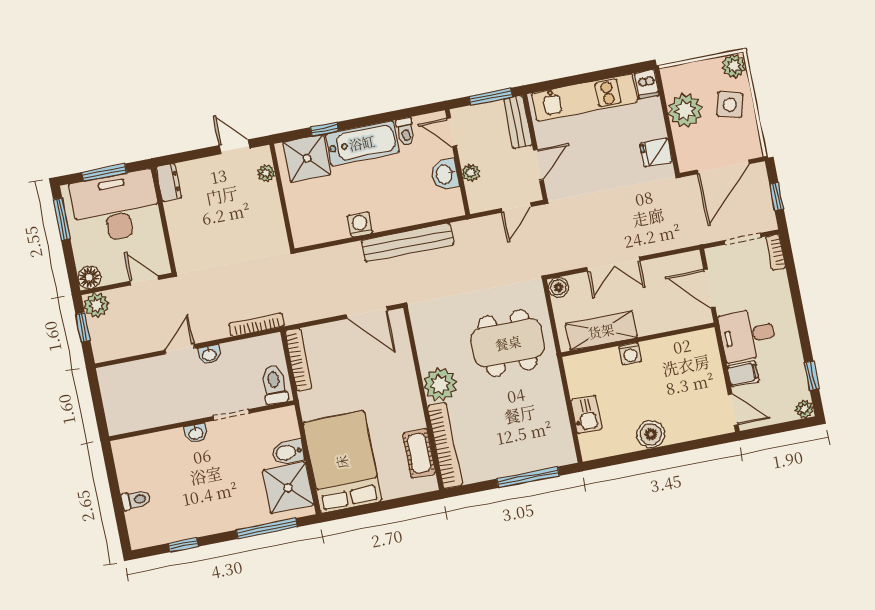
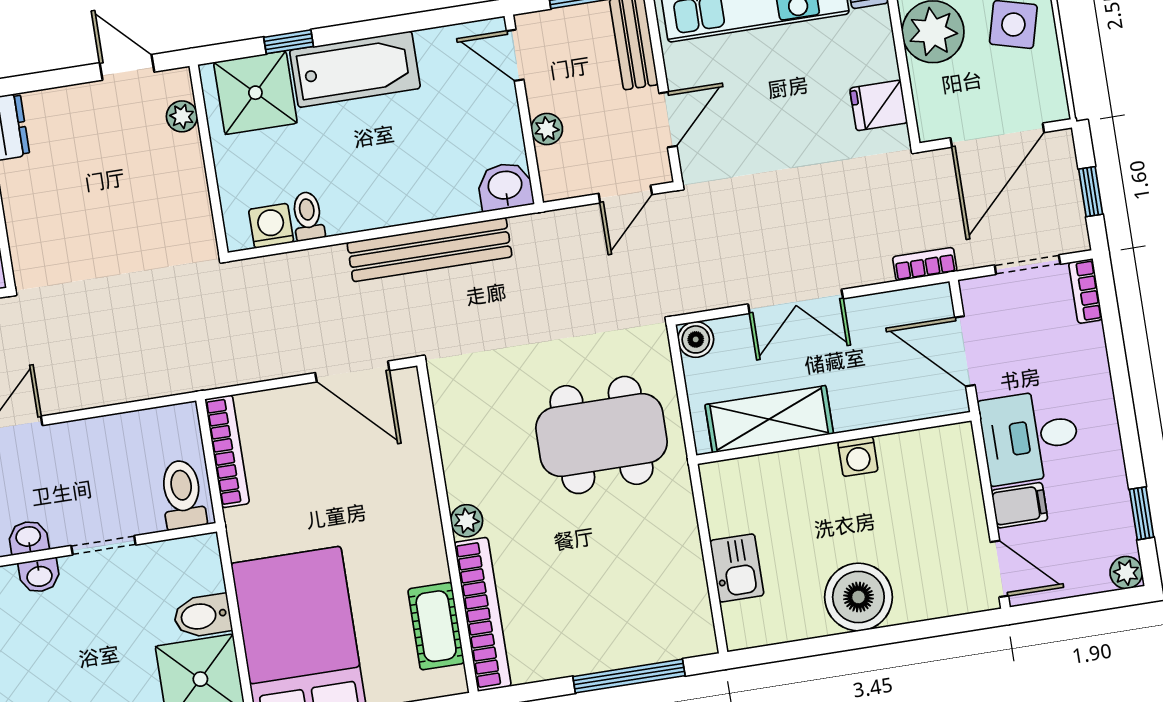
toilet: (405, 132) -> (308, 216), moved, turned 180
washbasin: (445, 174) -> (505, 186), moved, turned 90
washing machine: (360, 224) -> (271, 226), moved
bookcase: (257, 325) -> (925, 264), moved, width x0.64
washing machine: (630, 354) -> (858, 456), moved
washbasin: (209, 355) -> (28, 537), moved, turned 180
plant: (440, 384) -> (467, 521), width x0.53, depth x0.53
boiler: (651, 434) -> (858, 597), width x1.37, depth x1.37

